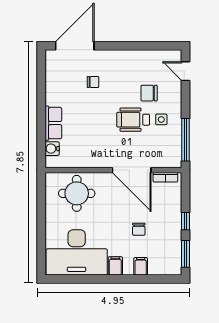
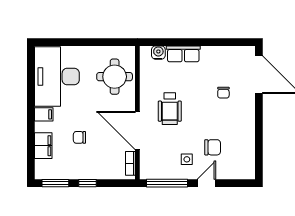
door: (186, 71) -> (206, 183), moved
chair: (149, 93) -> (213, 147), turned 90
wheelchair: (133, 120) -> (170, 109), moved, turned 180
door: (132, 170) -> (137, 130), hinge flipped
filing cabinet: (141, 266) -> (43, 146), width x2.00

